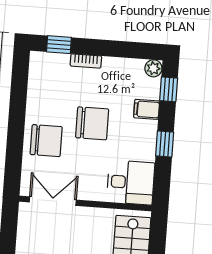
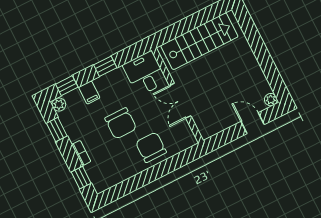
window: (127, 50) -> (57, 130), added
chair: (92, 123) -> (121, 123), turned 180
double door: (53, 201) -> (180, 101), moved

